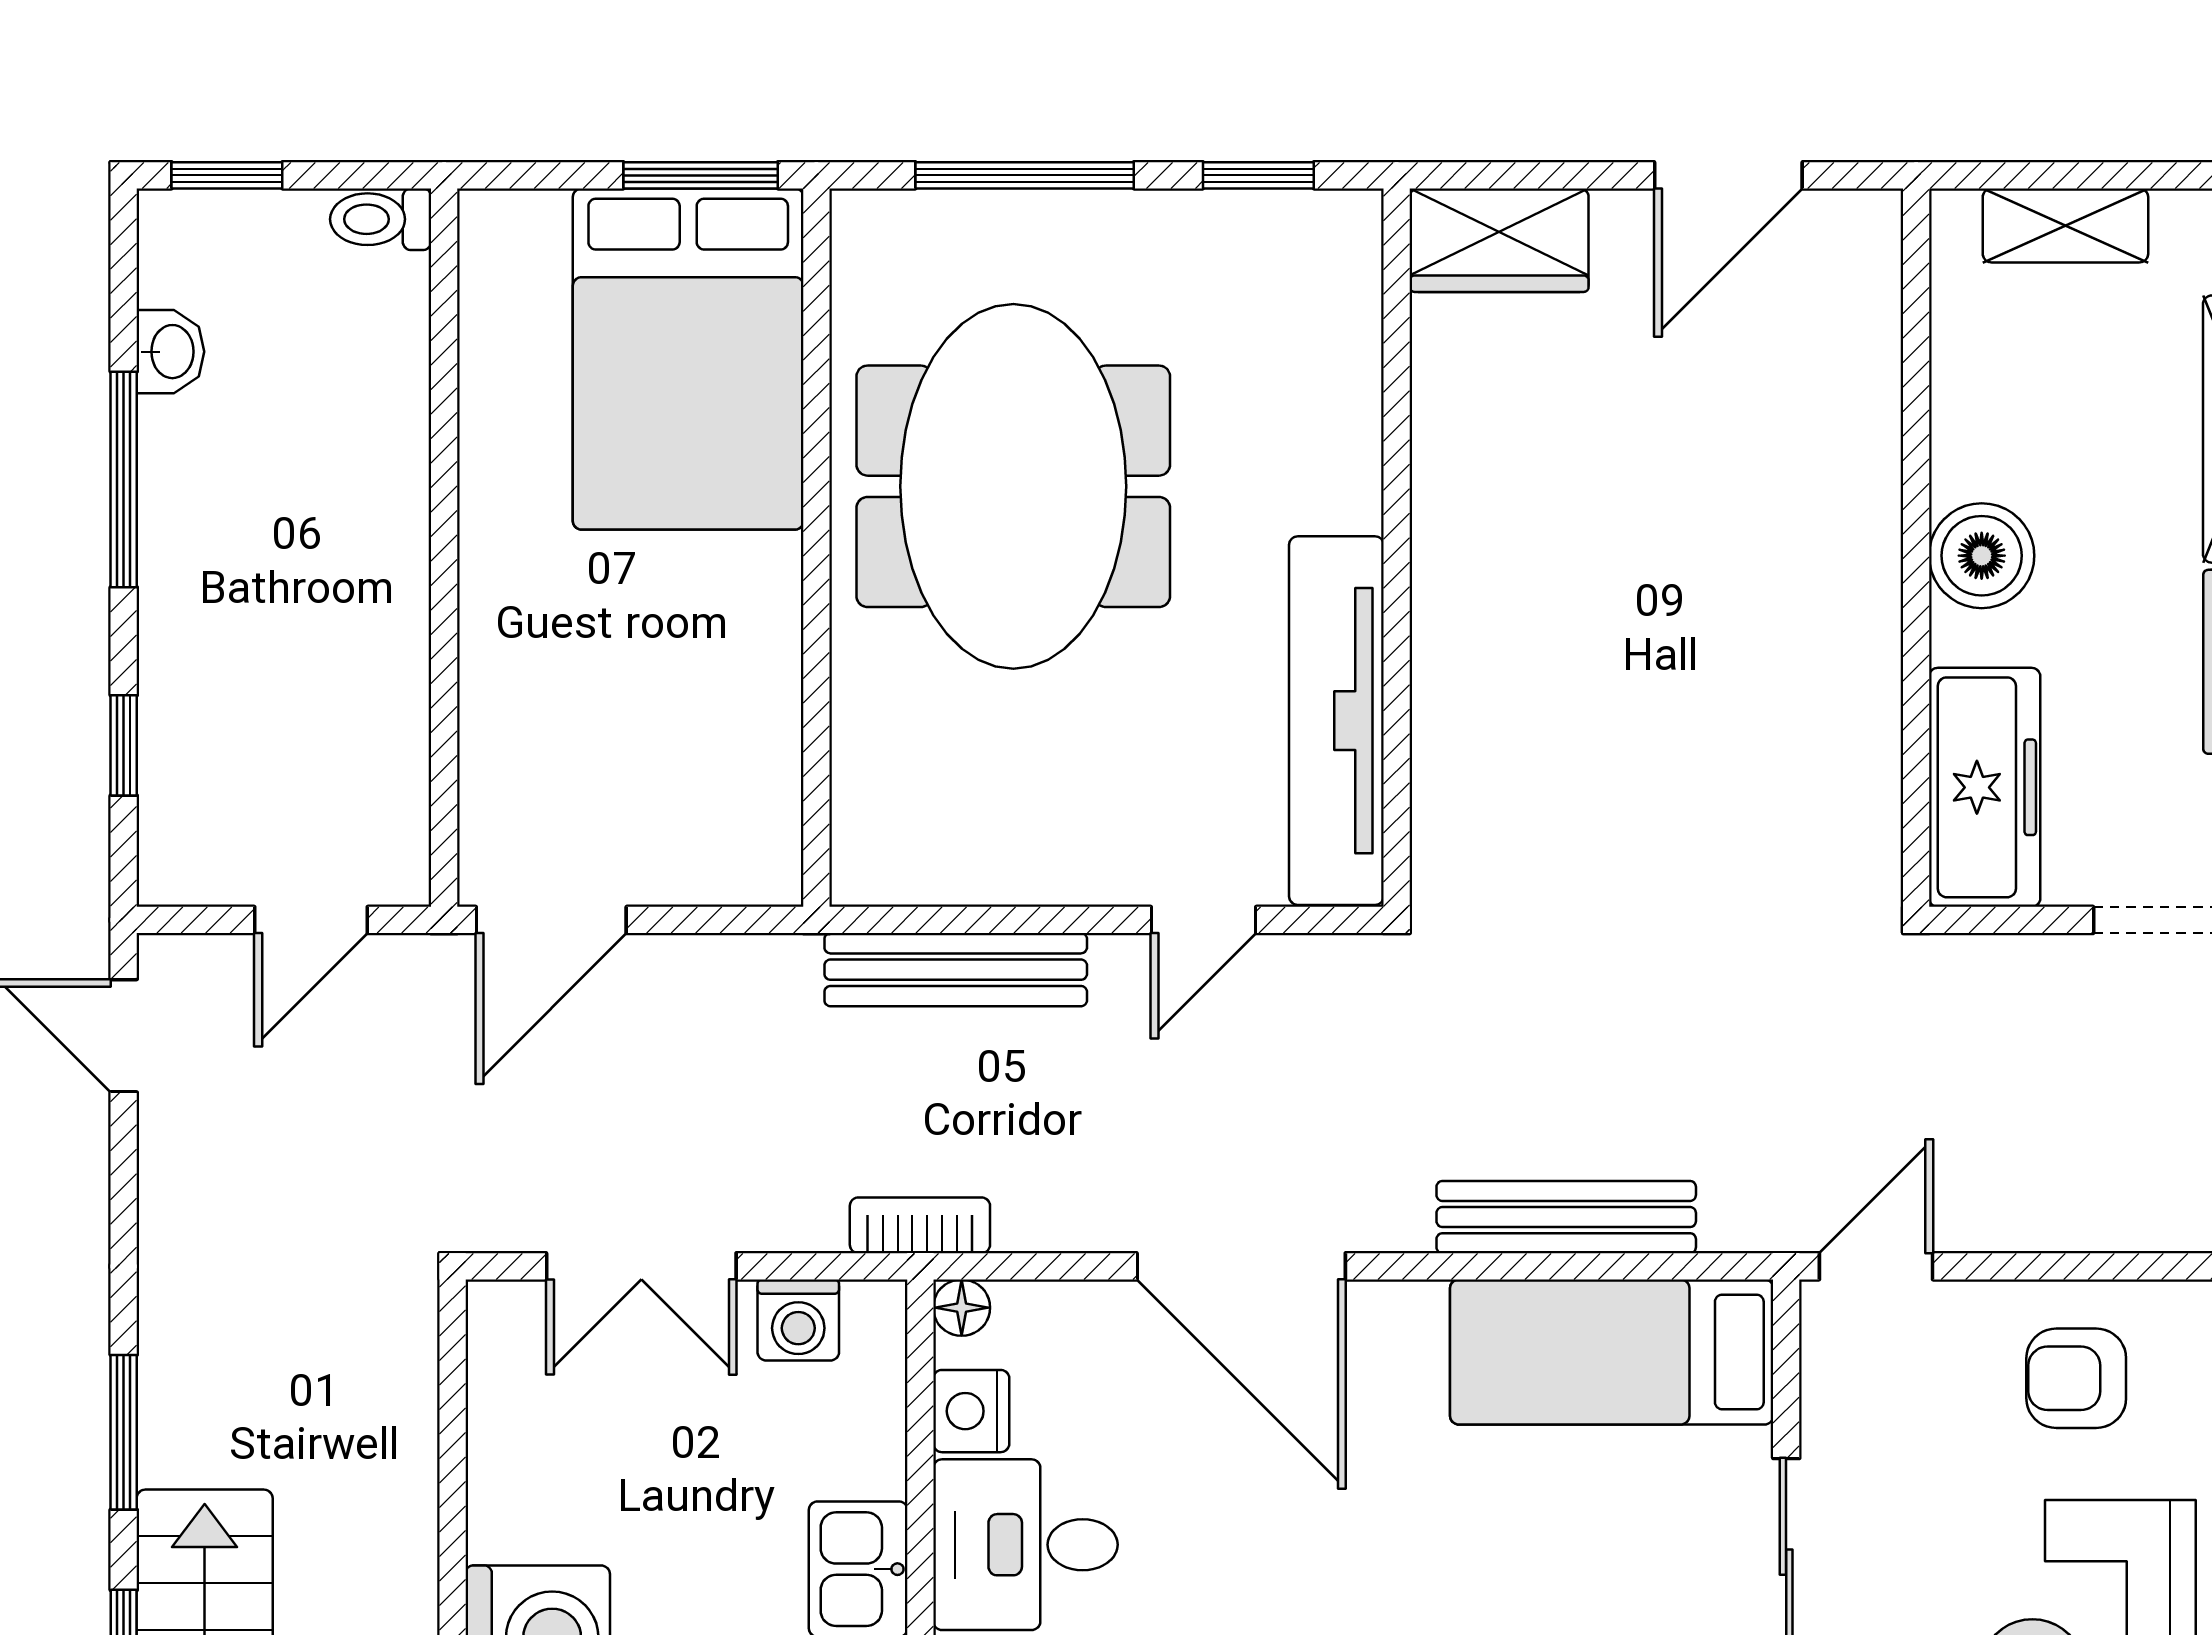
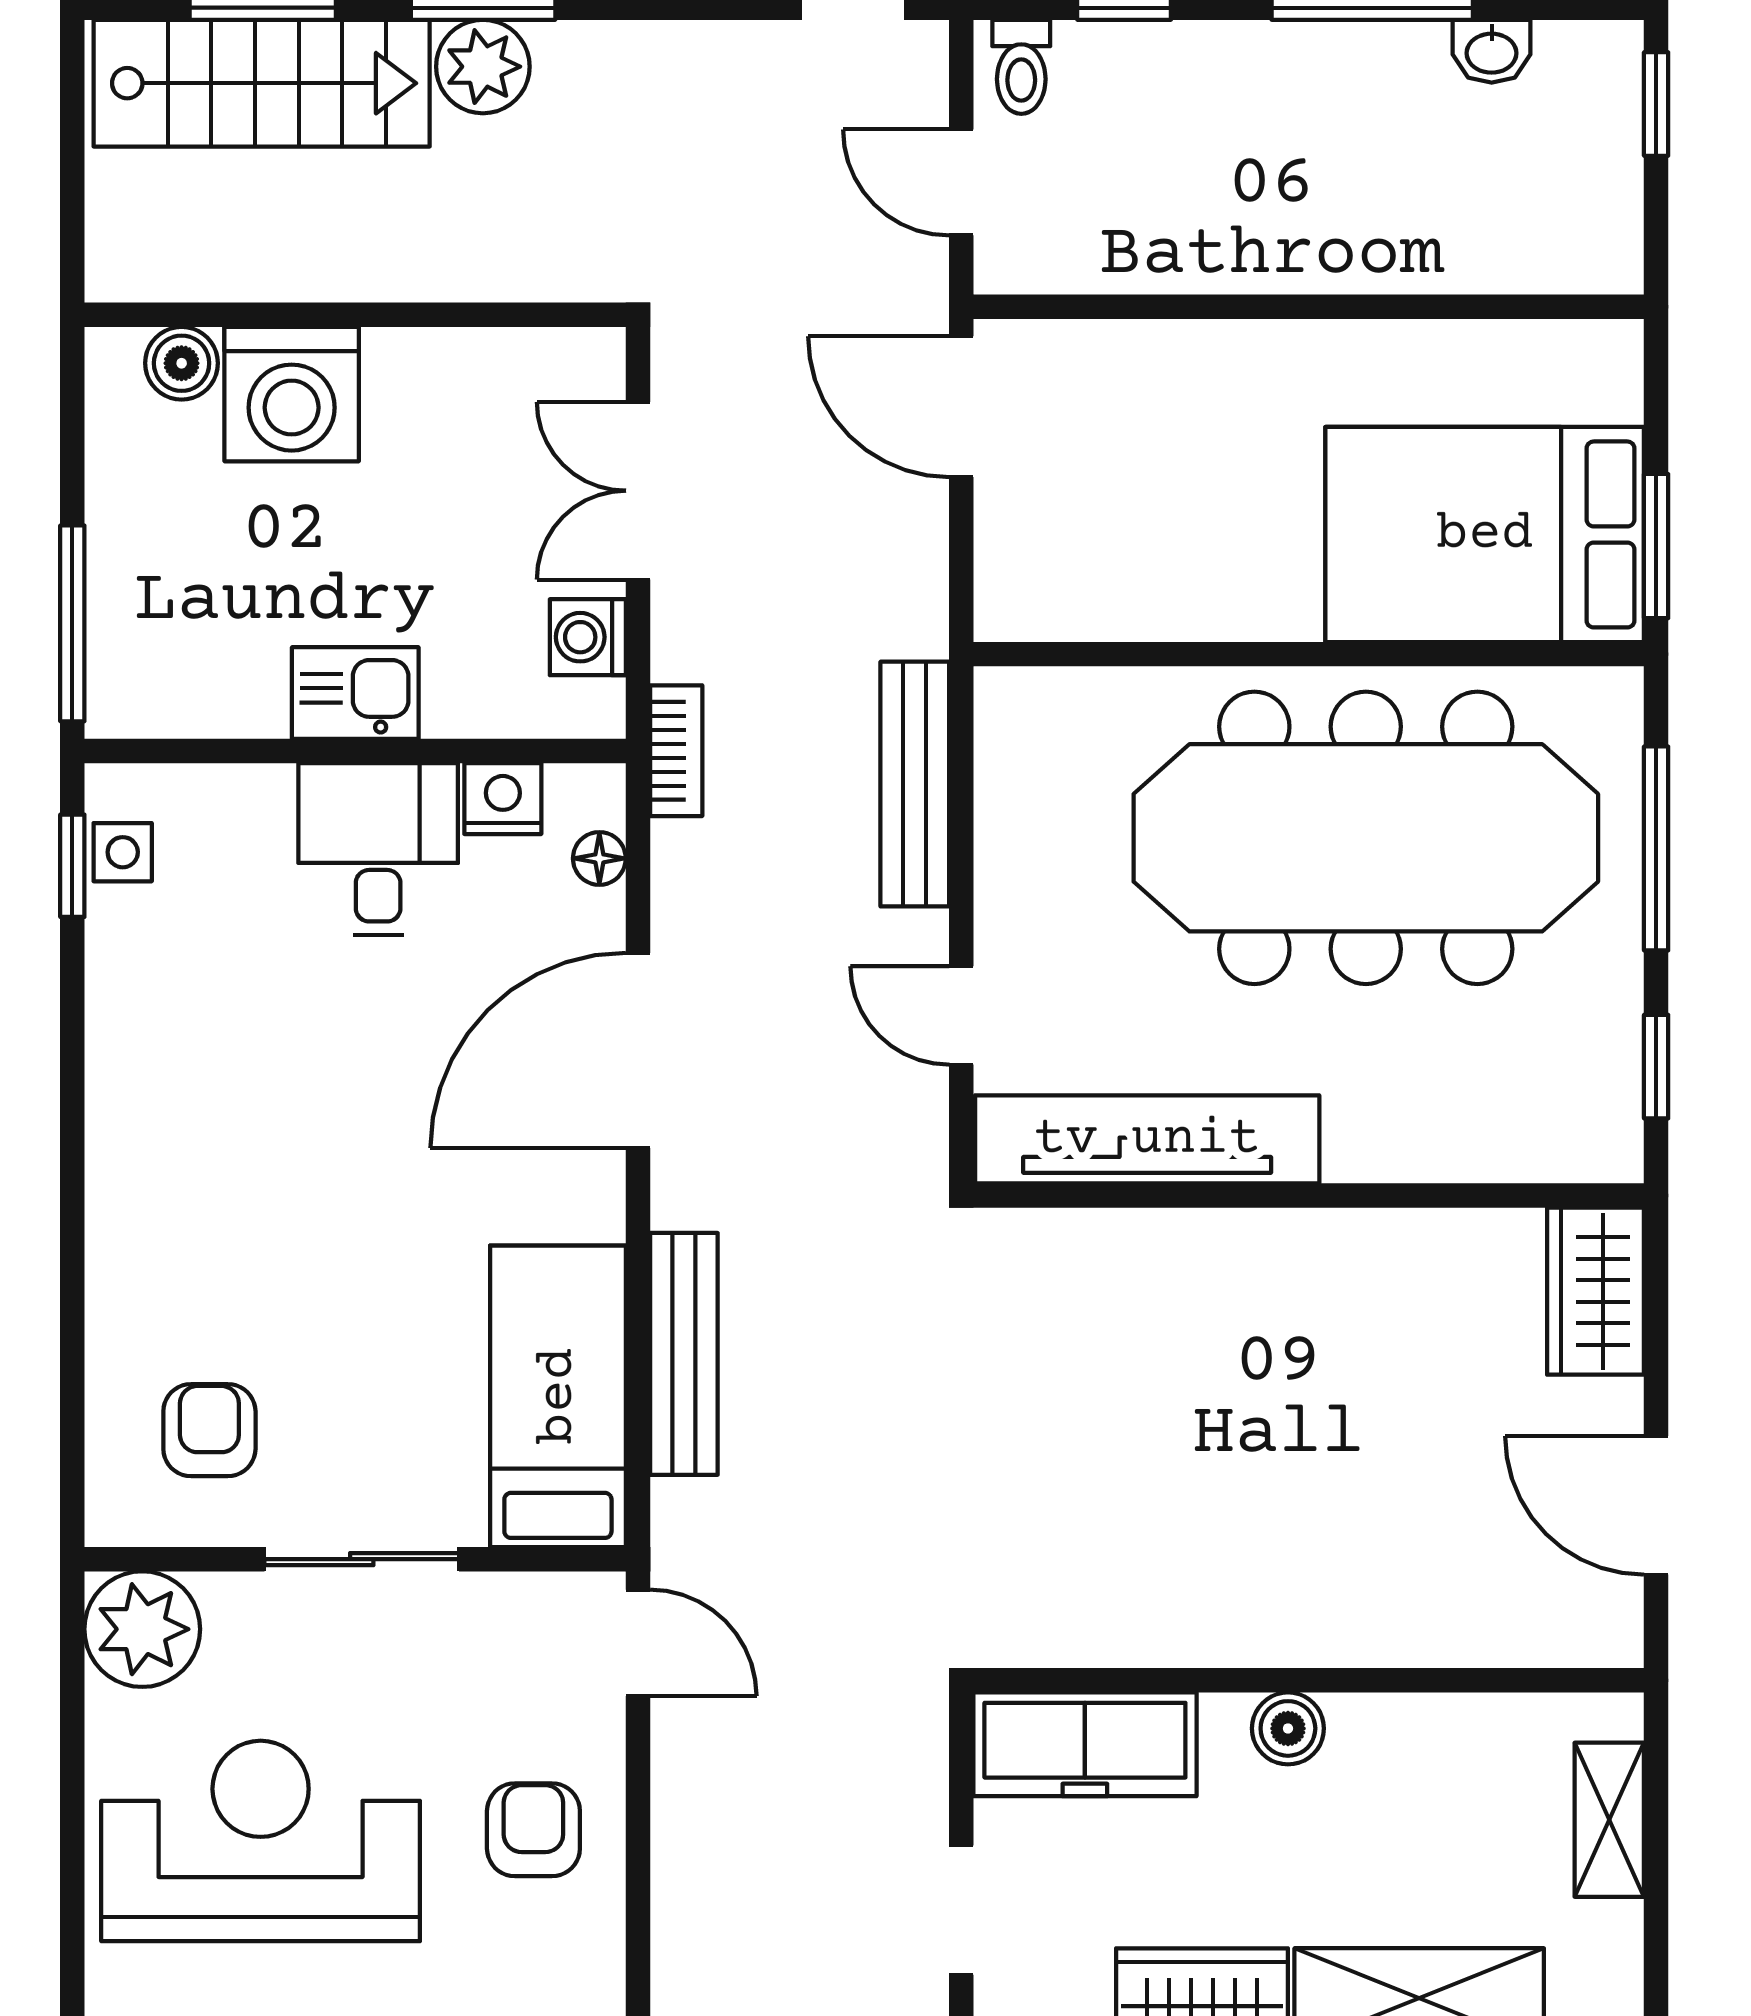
toilet: (381, 219) -> (1021, 67), moved, turned 180
meeting table: (1013, 486) -> (1366, 838), width x1.36
boiler: (1982, 556) -> (1288, 1728), width x0.73, depth x0.73
floor lamp: (962, 1308) -> (599, 858), moved
plant: (187, 1432) -> (483, 67), added

